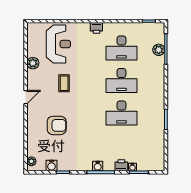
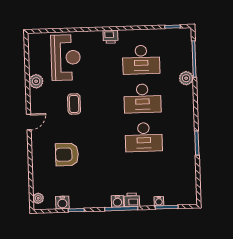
plant: (159, 50) -> (186, 78), moved
armchair: (57, 125) -> (67, 155), turned 180
printer: (121, 165) -> (132, 200), moved

